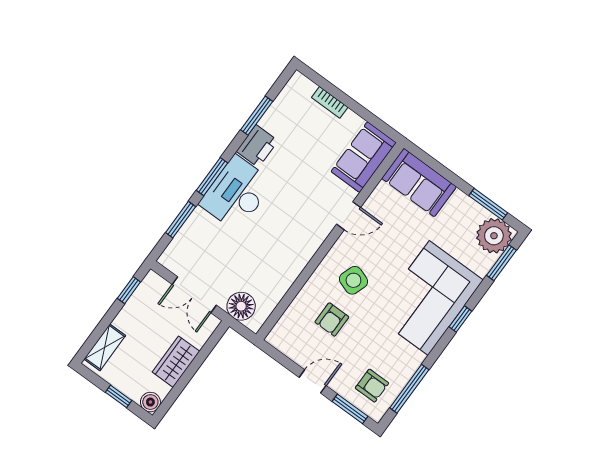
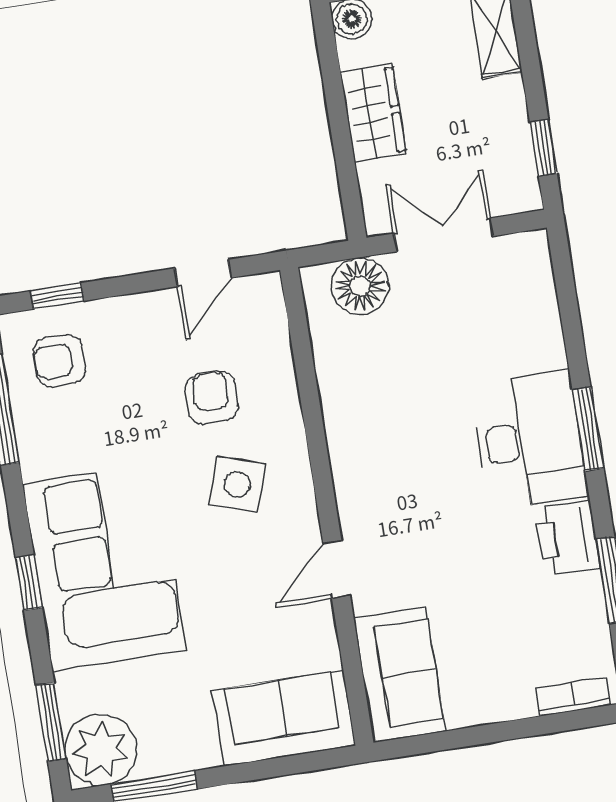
bookcase: (330, 102) -> (573, 697), moved
window: (181, 220) -> (571, 323), removed
door: (313, 381) -> (203, 273), moved
window: (350, 409) -> (57, 296), width x0.67

